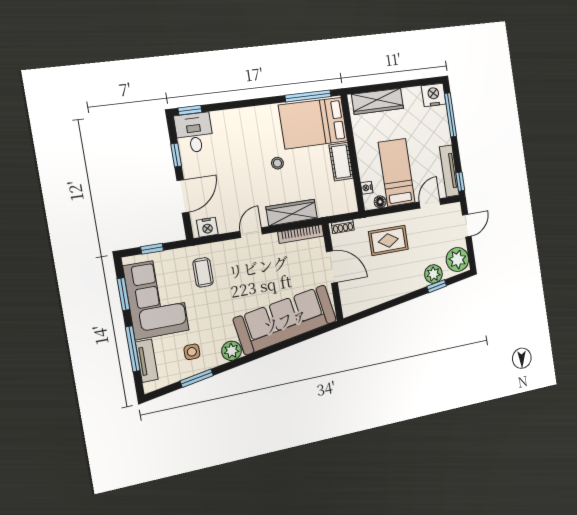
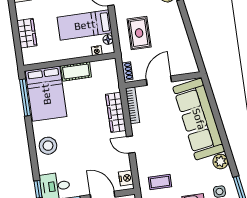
wardrobe: (378, 101) -> (27, 33), width x0.67
stool: (277, 163) -> (48, 146), moved, width x1.89, depth x1.89

